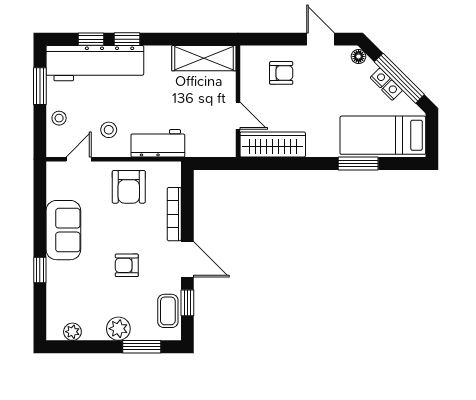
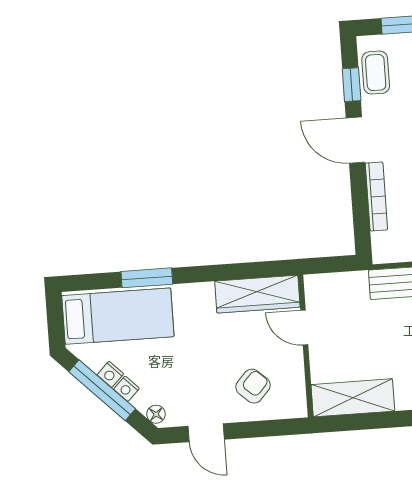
armchair: (281, 73) -> (253, 386), turned 132

